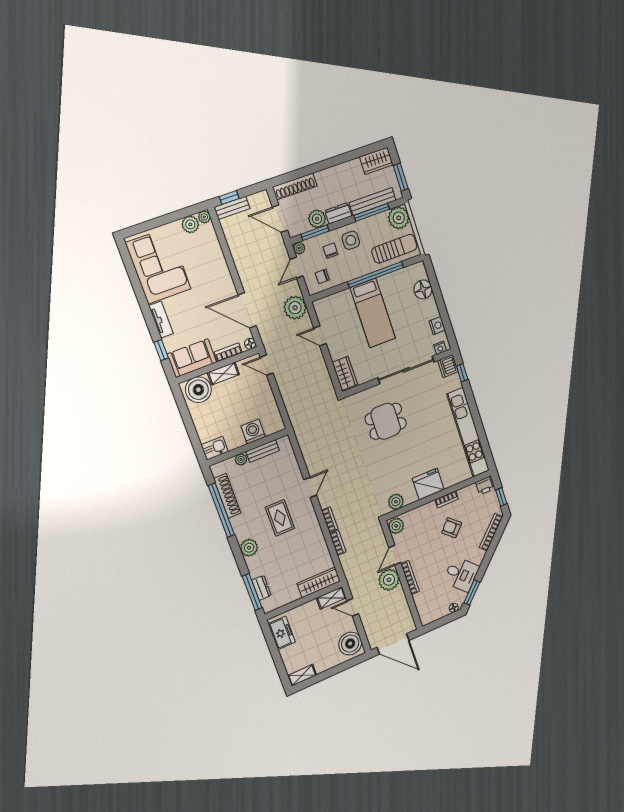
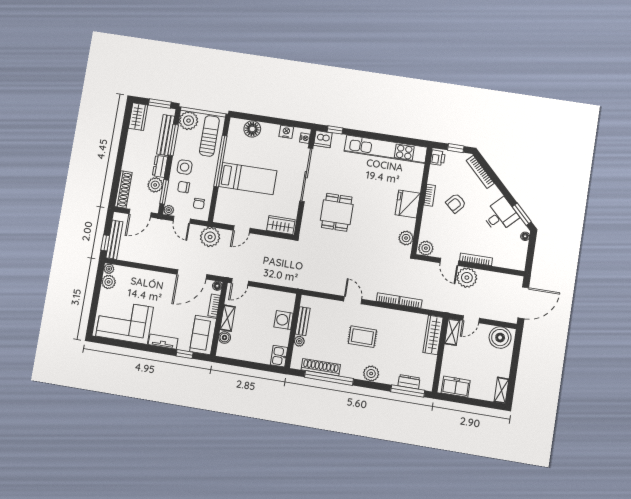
bench: (232, 208) -> (114, 240), width x1.36
boiler: (198, 390) -> (225, 338), width x0.54, depth x0.54

